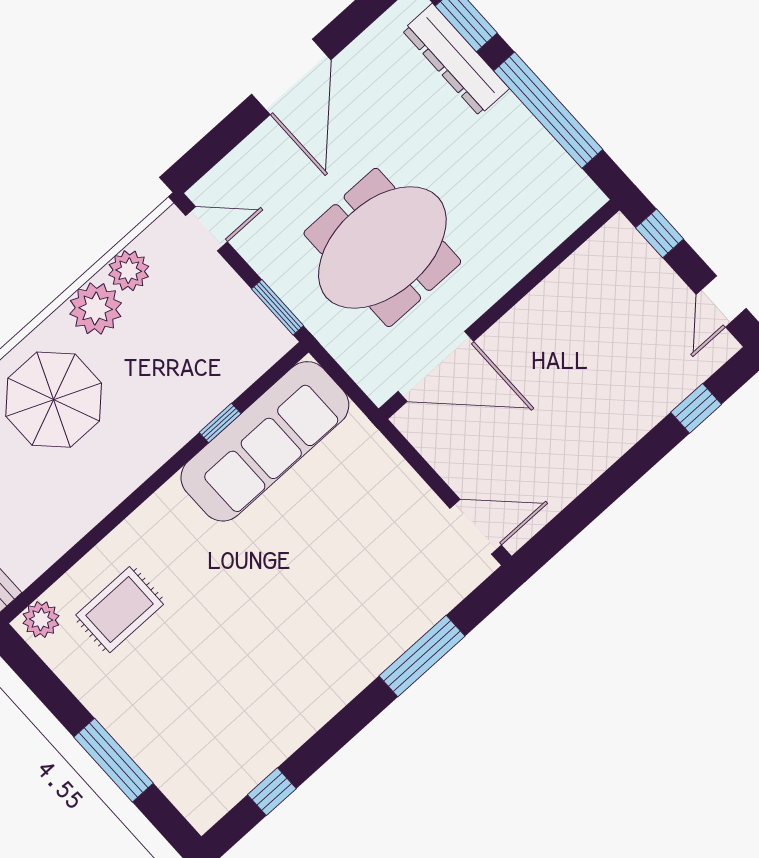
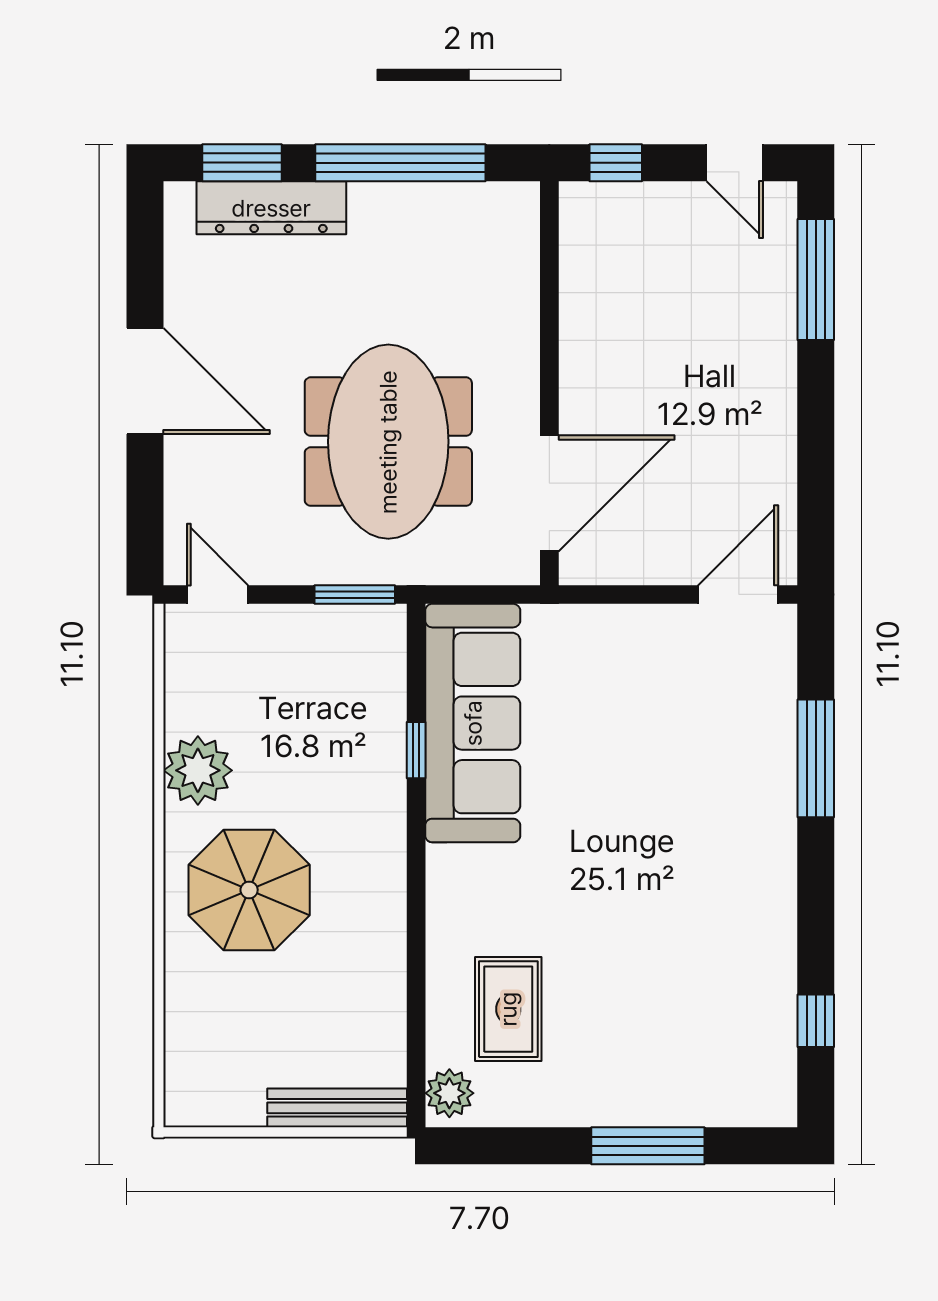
door: (206, 229) -> (217, 594), hinge flipped
plant: (129, 271) -> (190, 706), removed
window: (696, 408) -> (816, 280), width x2.17

